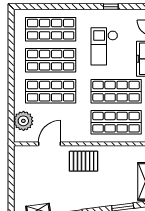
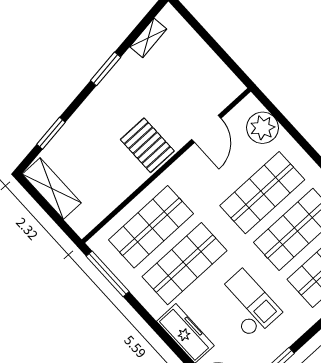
pallet: (84, 161) -> (147, 145), turned 90

